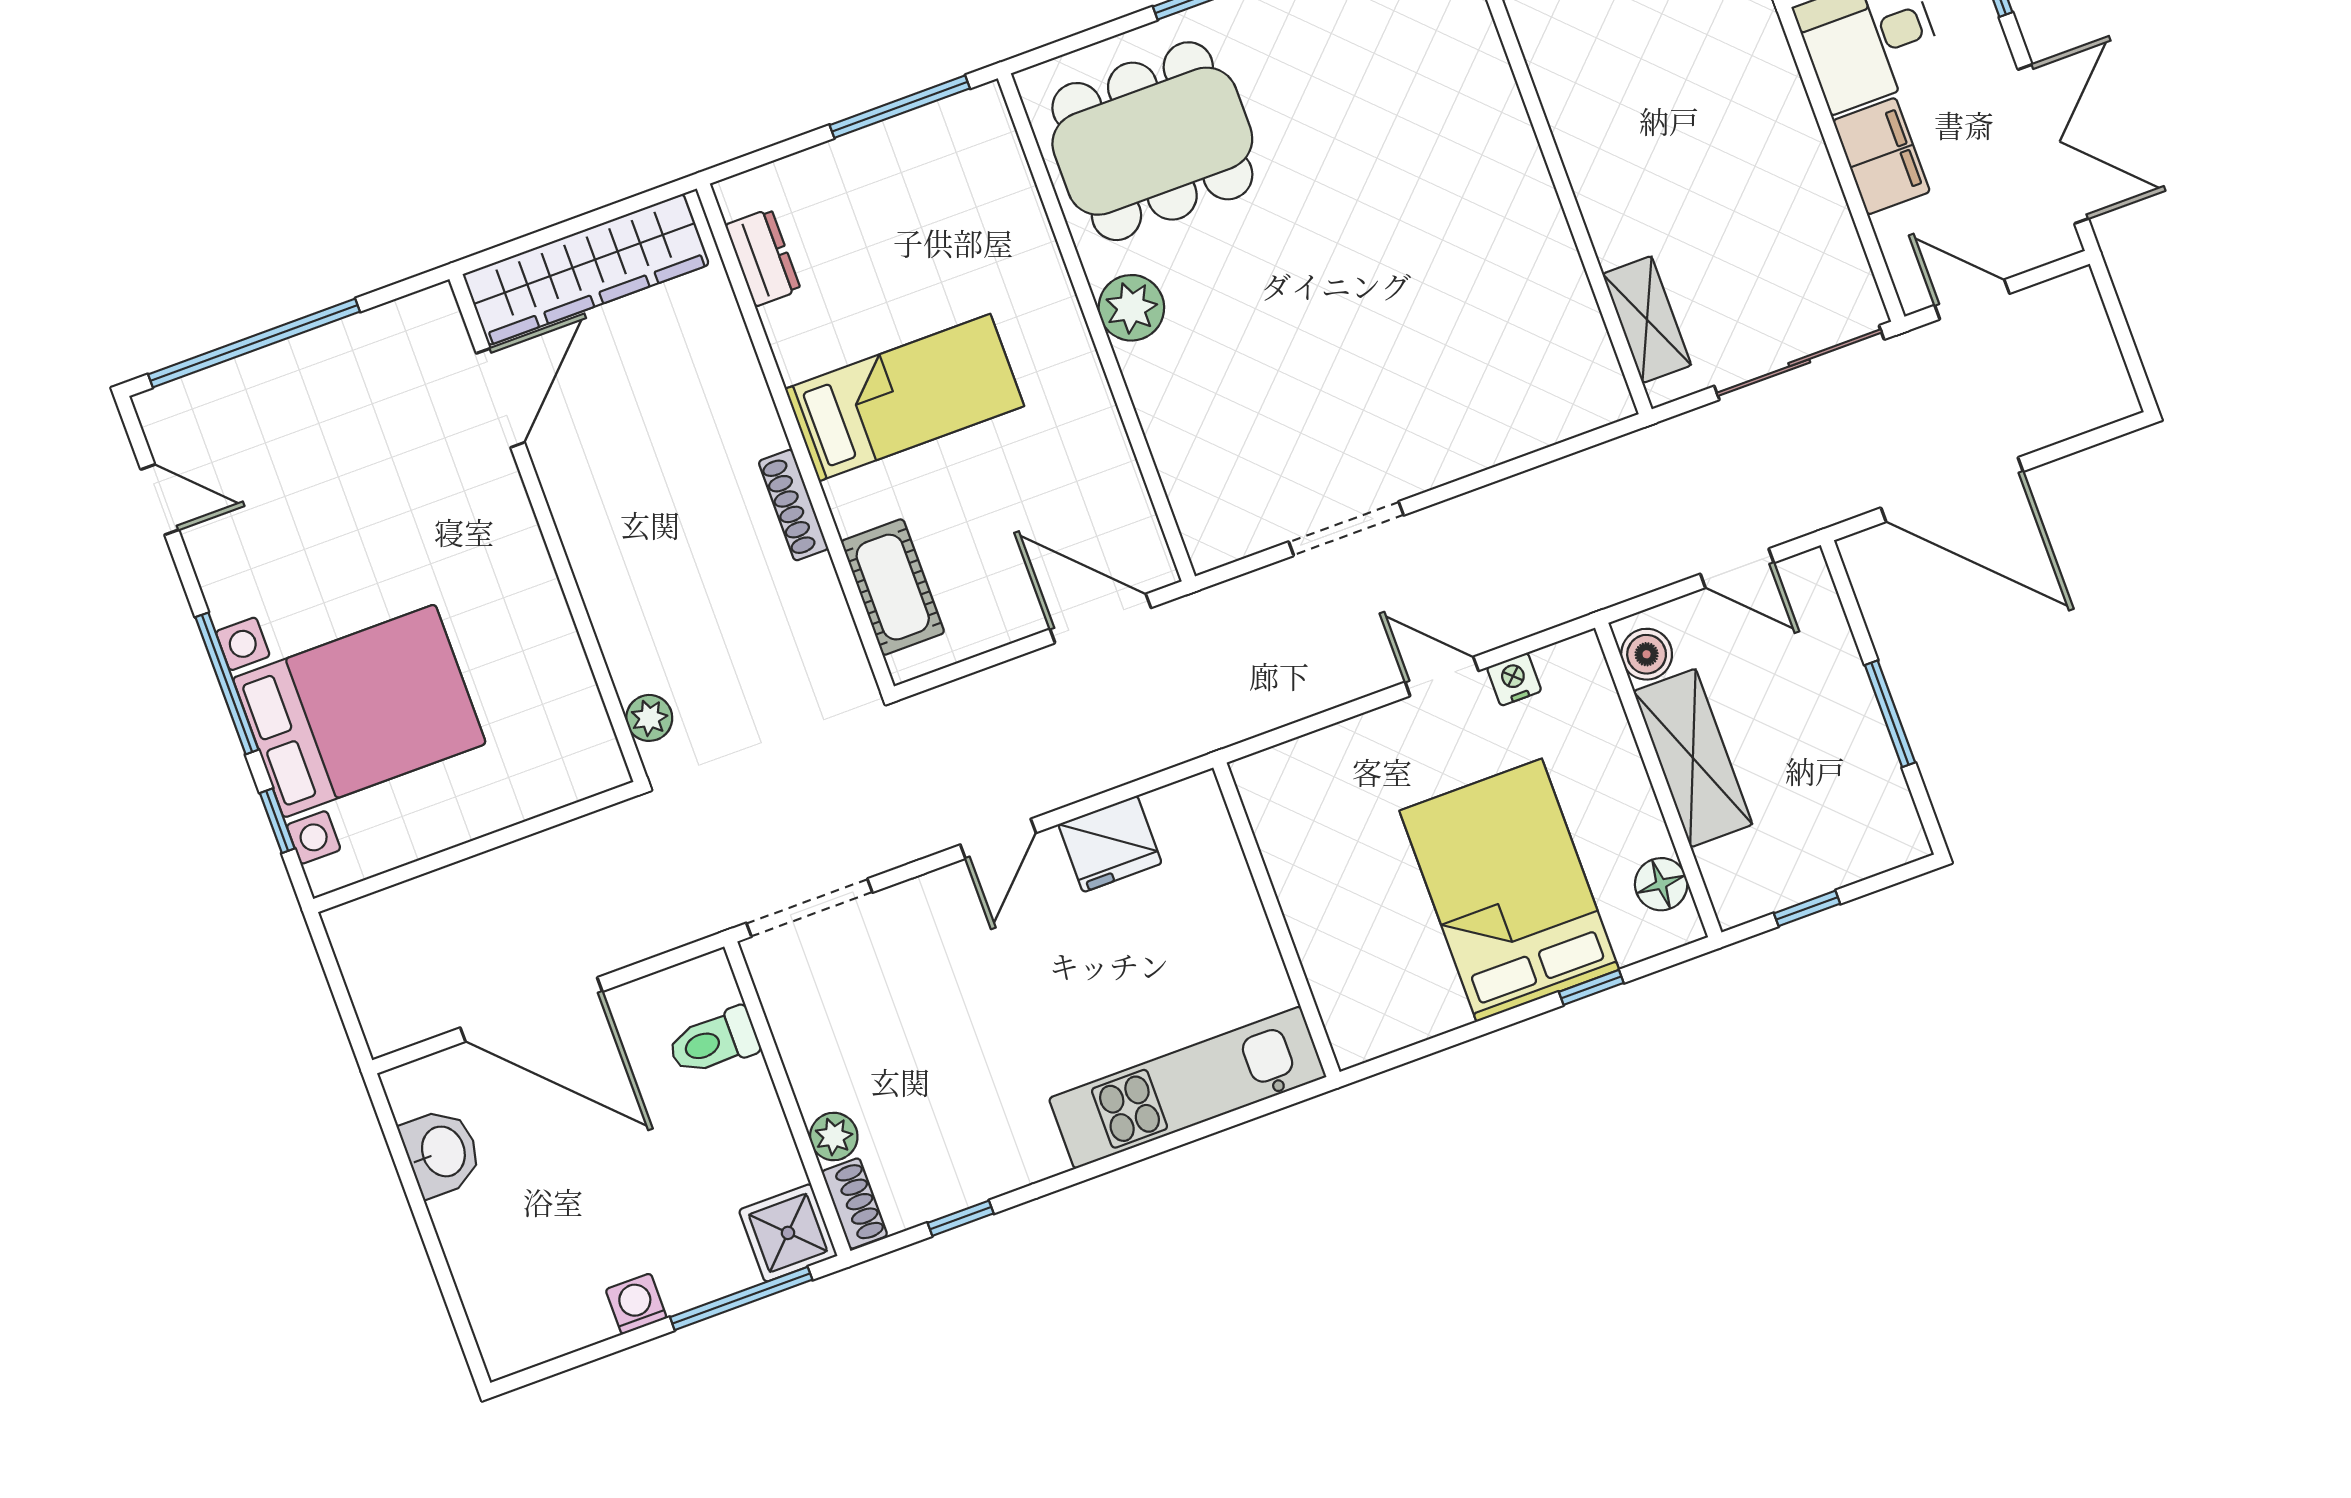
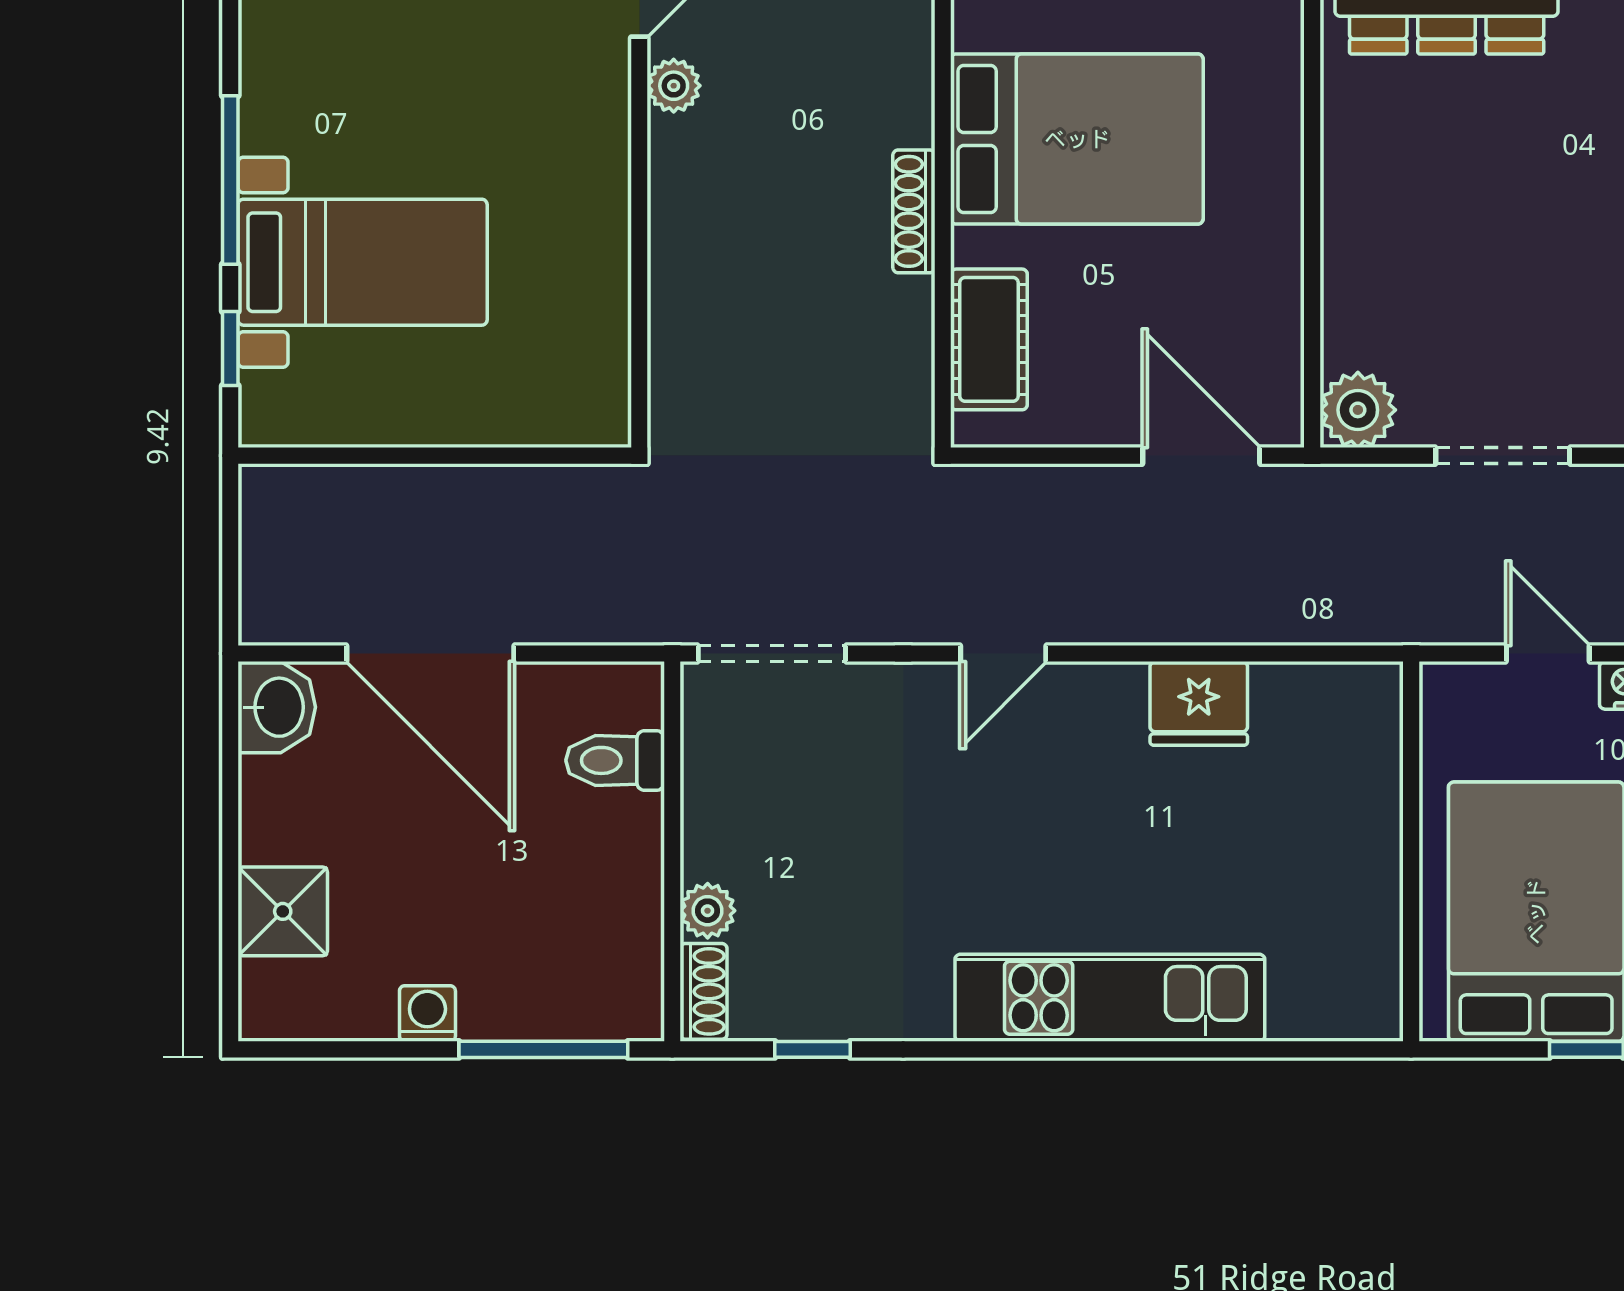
plant: (1131, 308) -> (1358, 410), moved
bed: (905, 398) -> (1077, 139), width x1.50
bed with nightstands: (359, 711) -> (363, 262), width x0.73
plant: (649, 718) -> (674, 86), moved
fridge: (1110, 844) -> (1199, 703), moved
wall: (1277, 920) -> (1411, 851), moved
washbasin: (442, 1152) -> (277, 707), moved
shower: (788, 1233) -> (283, 911), moved

